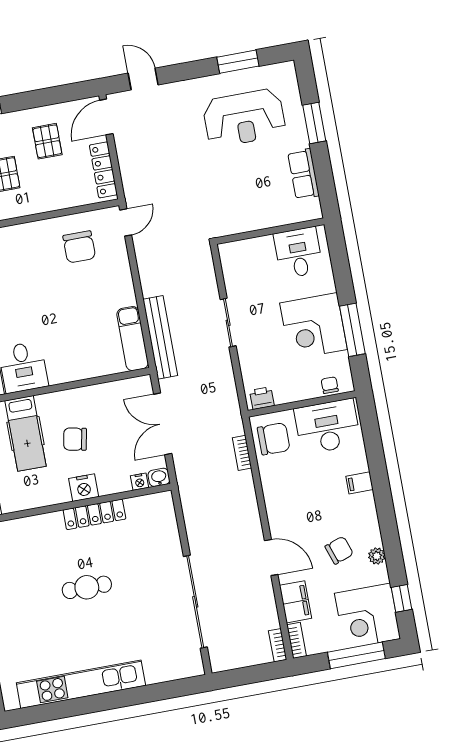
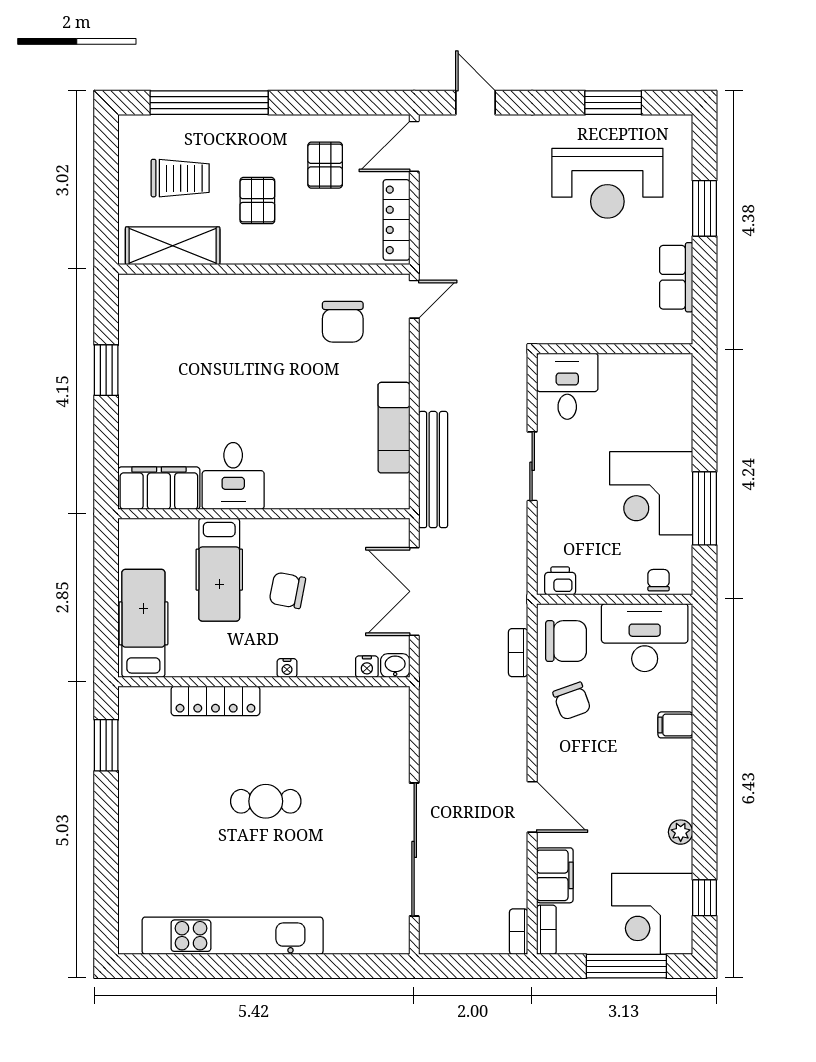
desk: (298, 253) -> (567, 386), moved
exam couch: (133, 339) -> (394, 428), moved
nightstand: (84, 488) -> (287, 668), width x0.53, depth x0.56
locker: (94, 514) -> (215, 701), moved
chair: (339, 550) -> (572, 701), moved, turned 89

